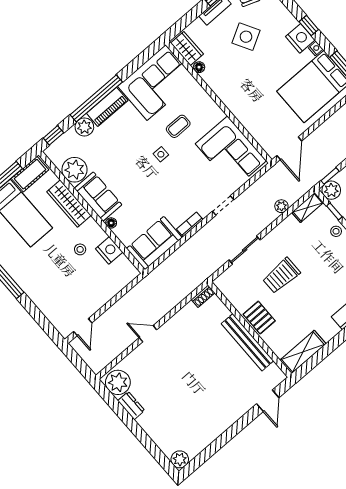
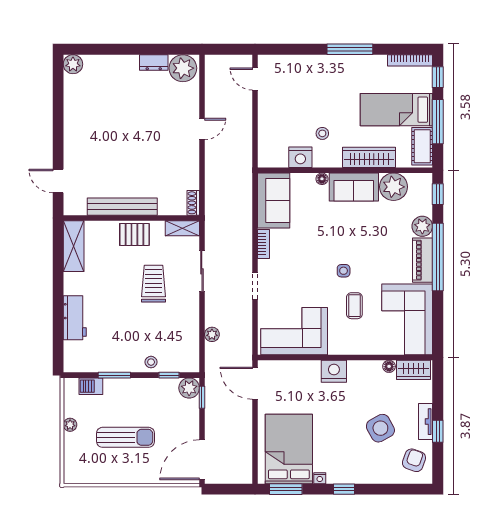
nightstand: (300, 38) -> (334, 371), moved, turned 180
shelving: (308, 208) -> (182, 228), moved, turned 90

